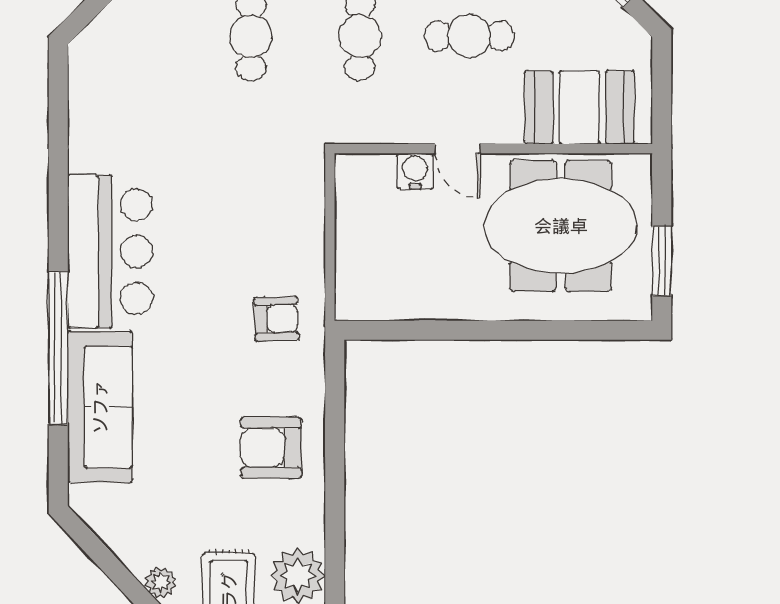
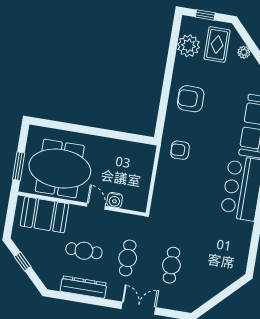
window: (662, 261) -> (19, 166), moved
armchair: (271, 448) -> (191, 99), turned 180

